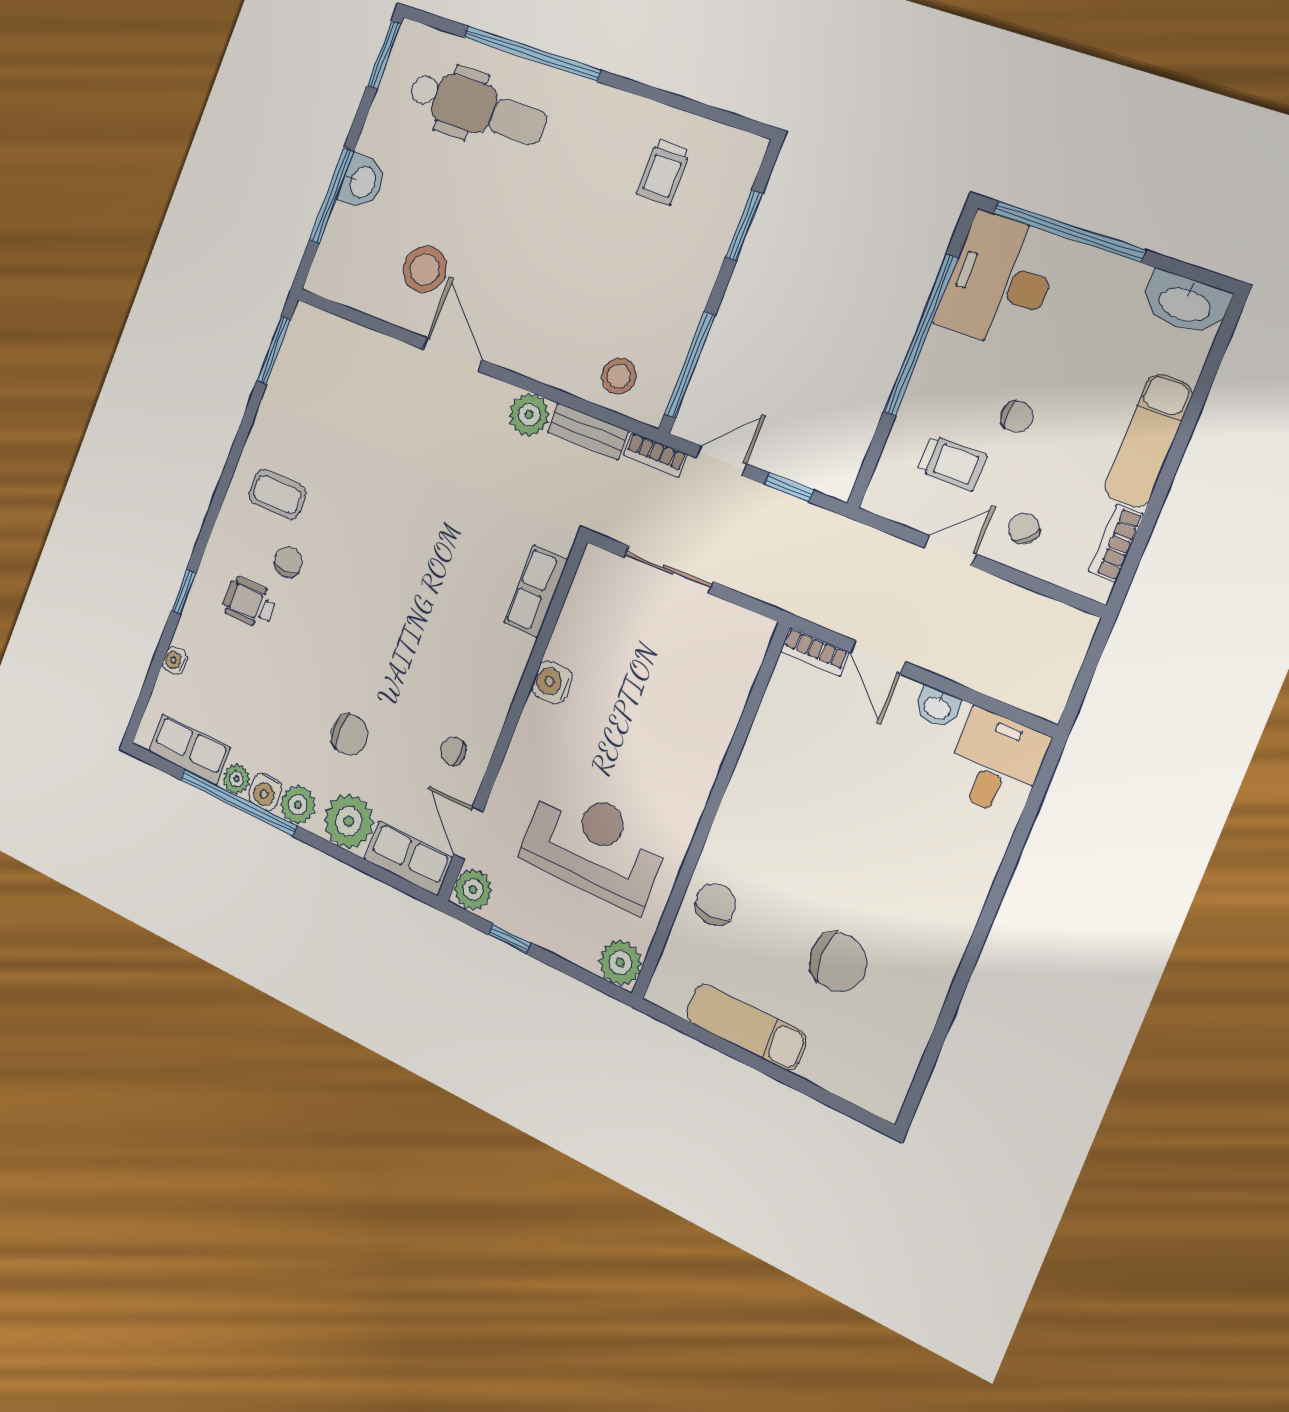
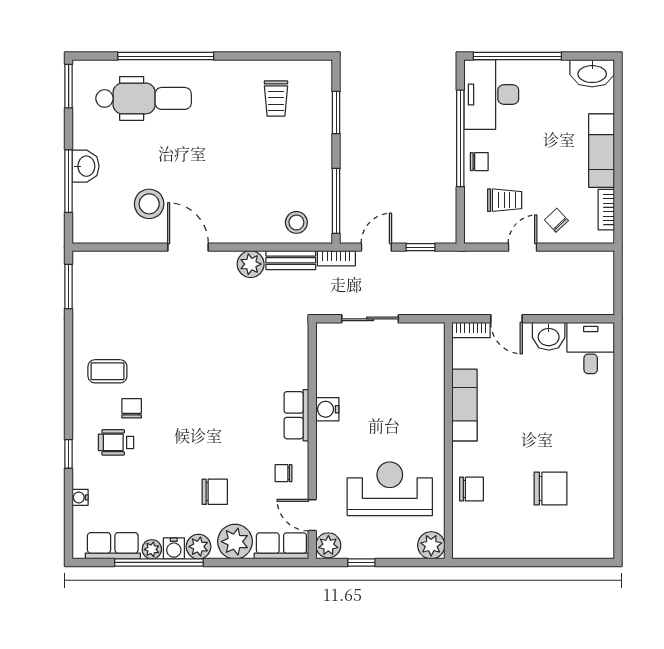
chair: (1017, 417) -> (479, 162), moved
row of seats: (536, 591) -> (296, 415), moved
washbasin: (937, 707) -> (549, 336), width x1.38, depth x1.45
chair: (715, 904) -> (471, 489), turned 90
exam couch: (746, 1027) -> (464, 405), moved, turned 90

